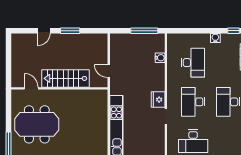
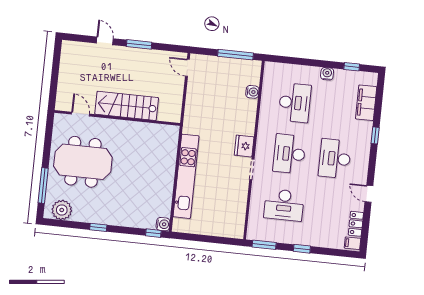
door: (44, 31) -> (105, 41), swing flipped
door: (109, 71) -> (187, 68), moved

